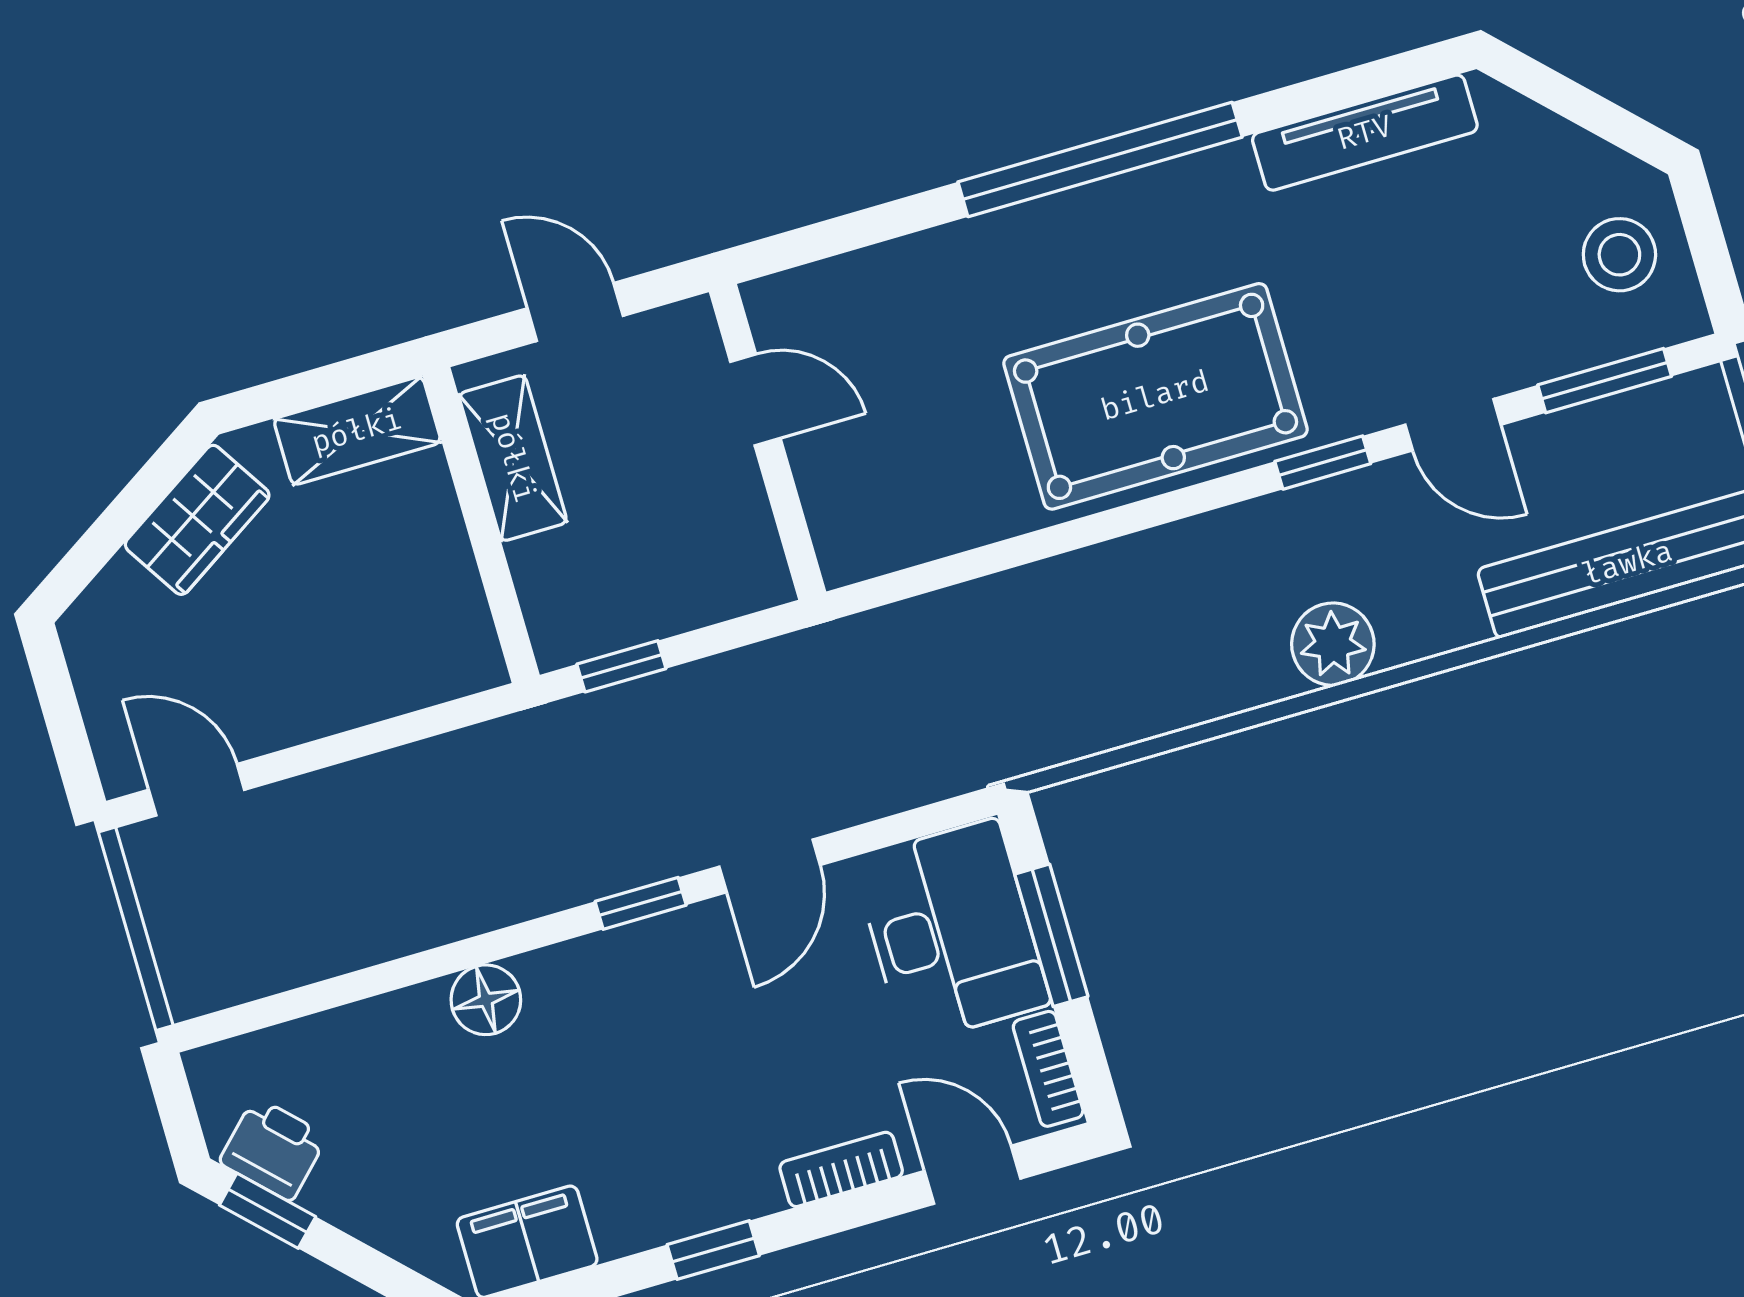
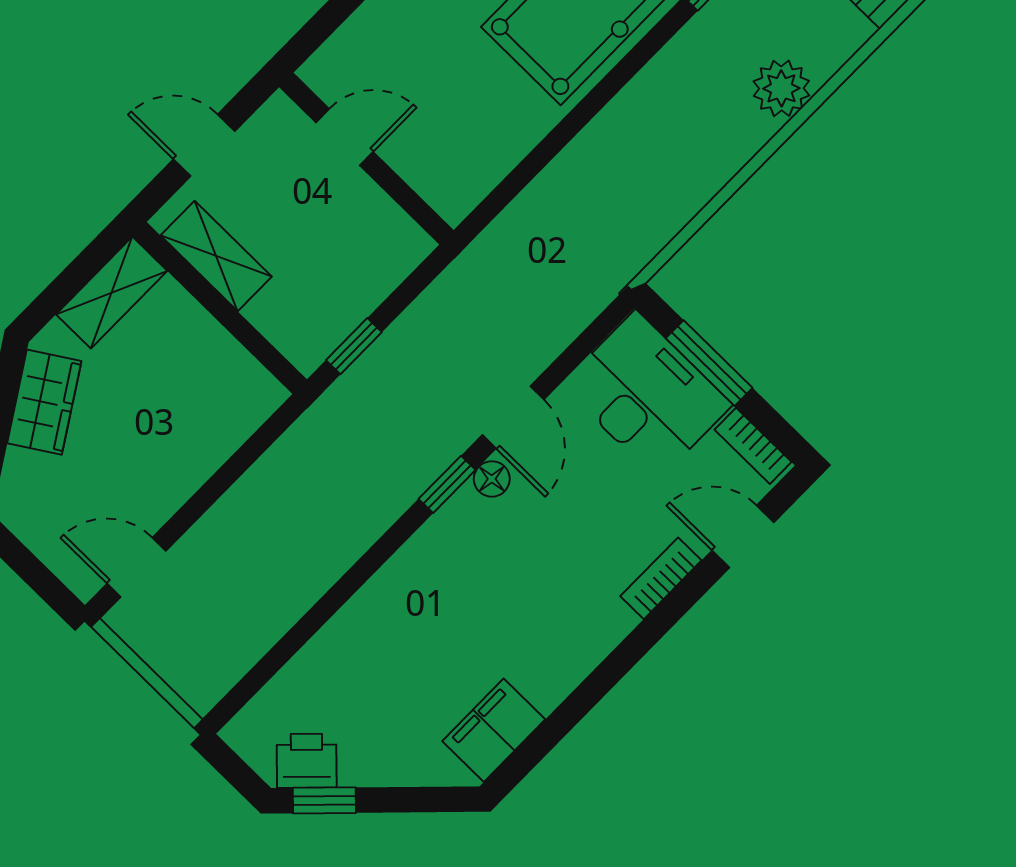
floor lamp: (486, 1000) -> (492, 479), moved, width x0.73, depth x0.73
window: (713, 1250) -> (610, 671), removed

